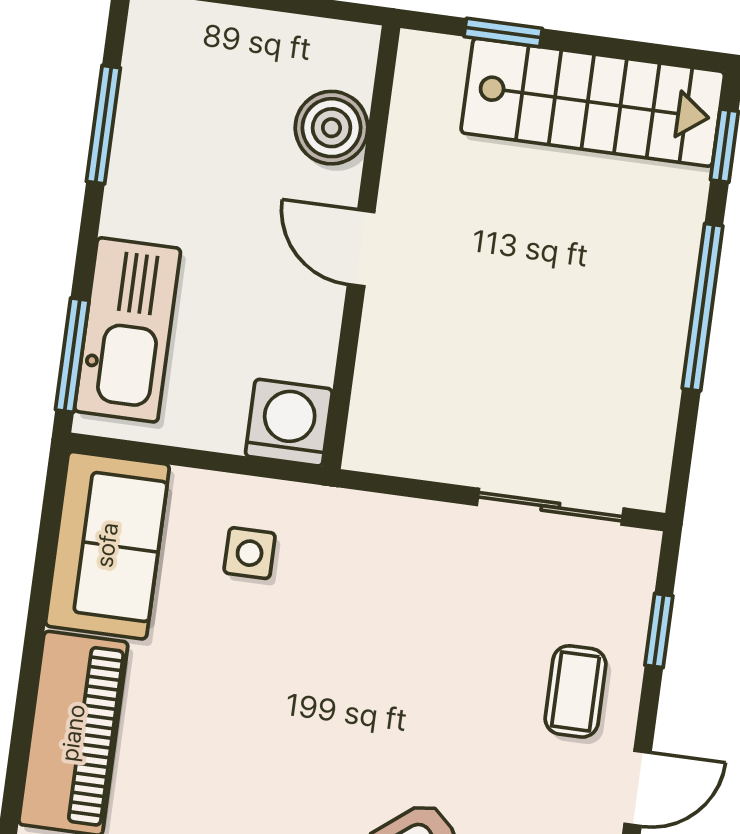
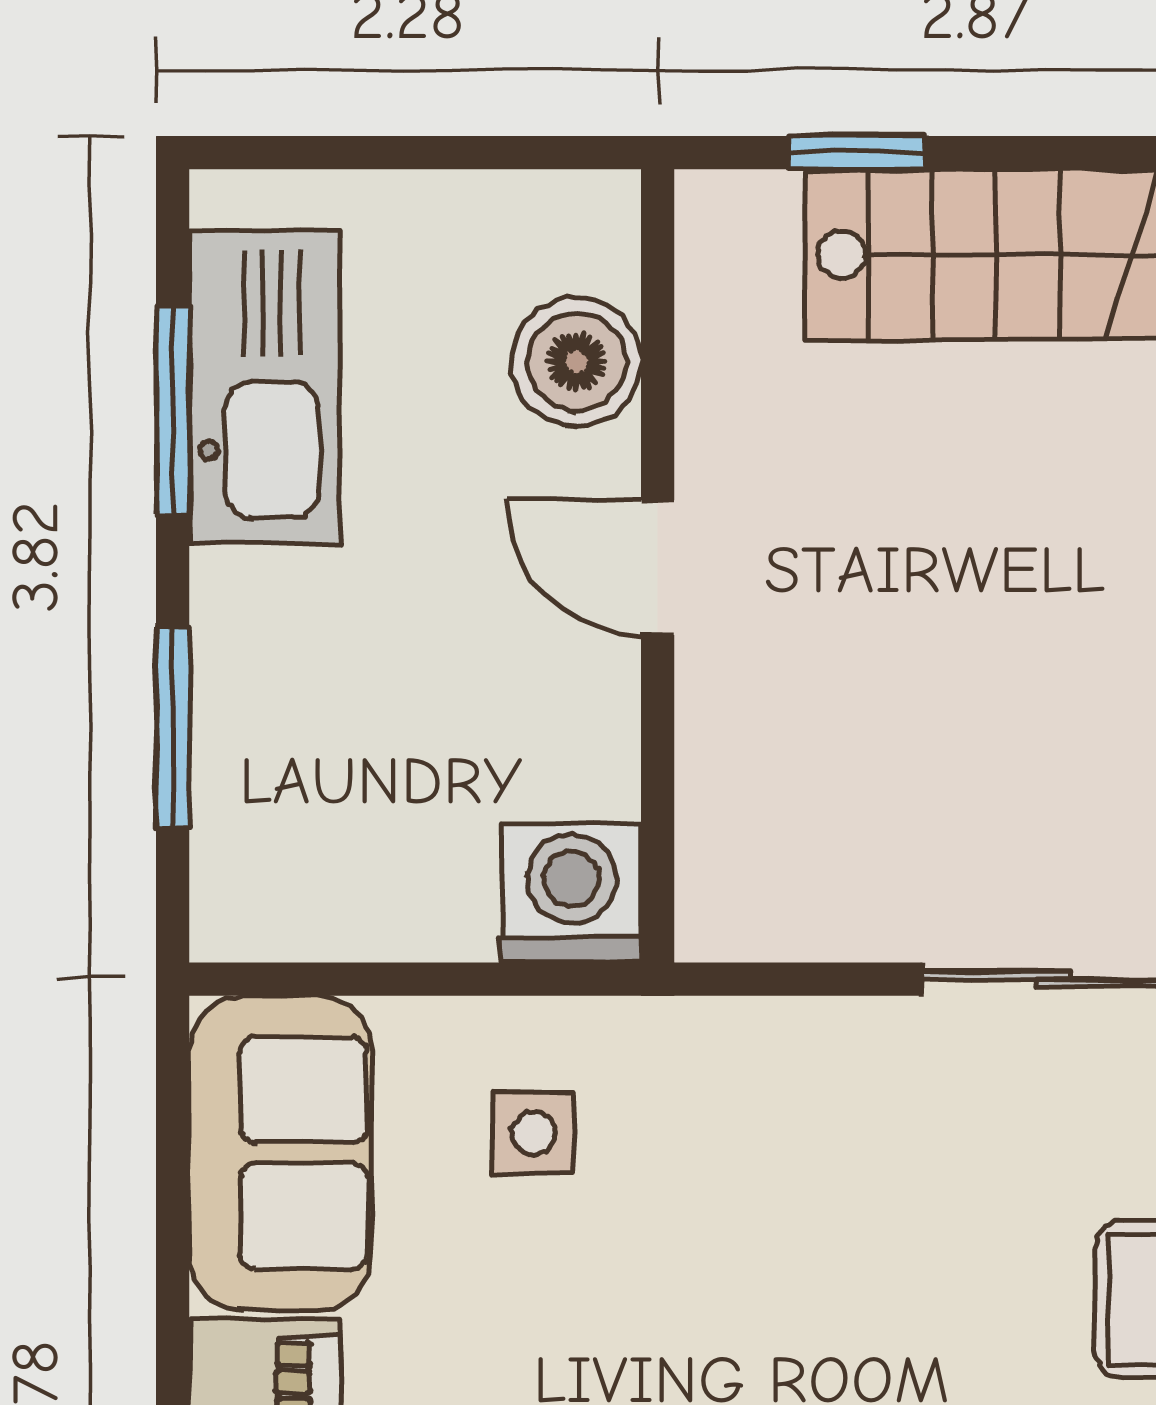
kitchen sink: (128, 330) -> (264, 387), moved
window: (72, 355) -> (173, 727), moved

